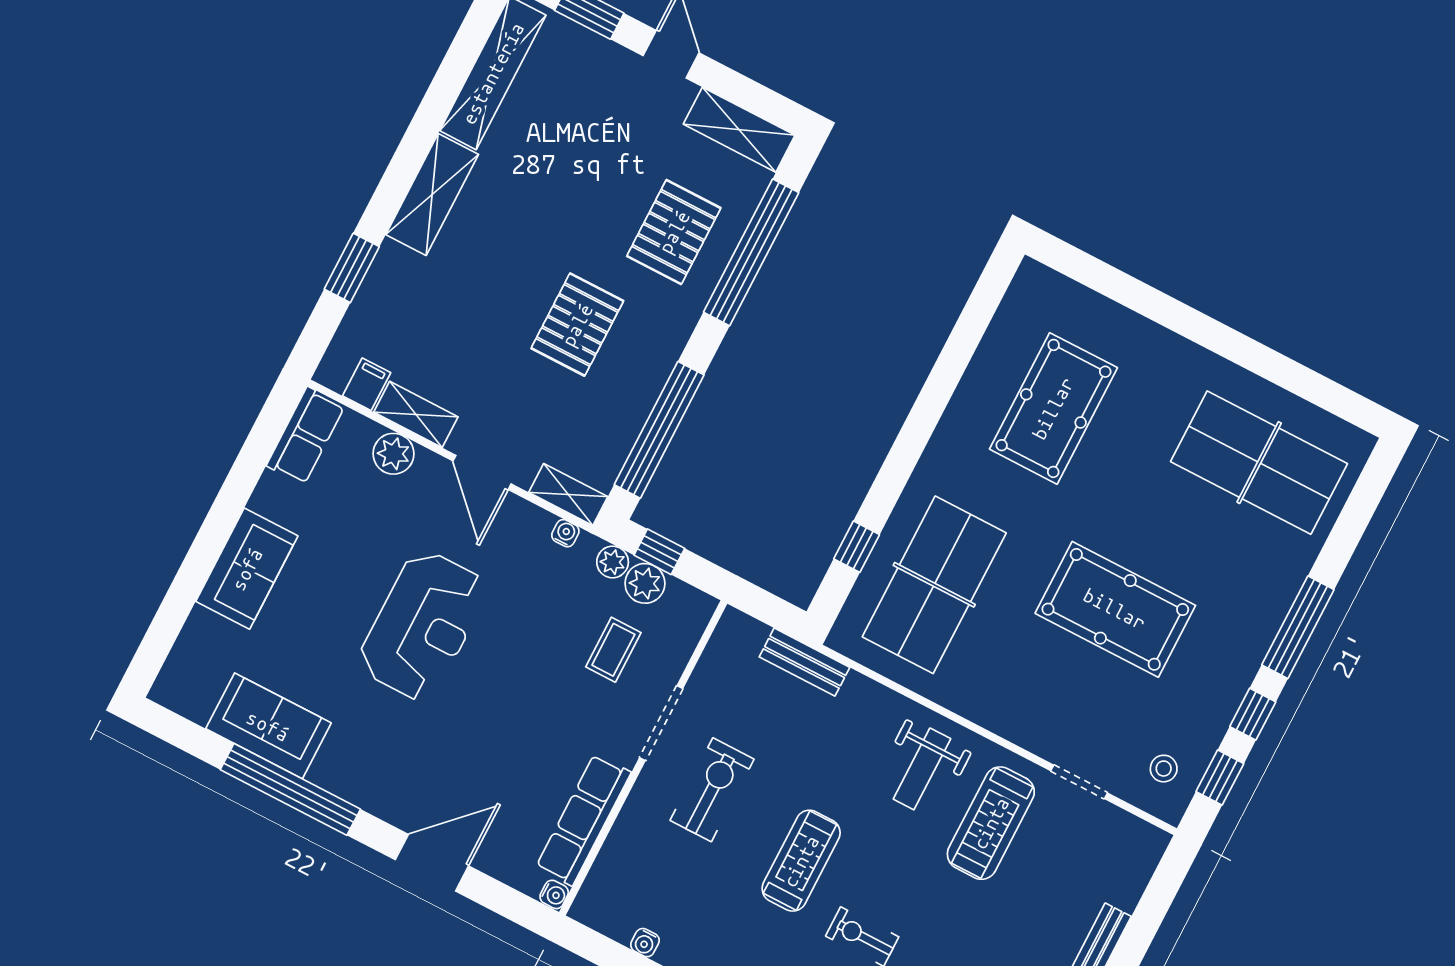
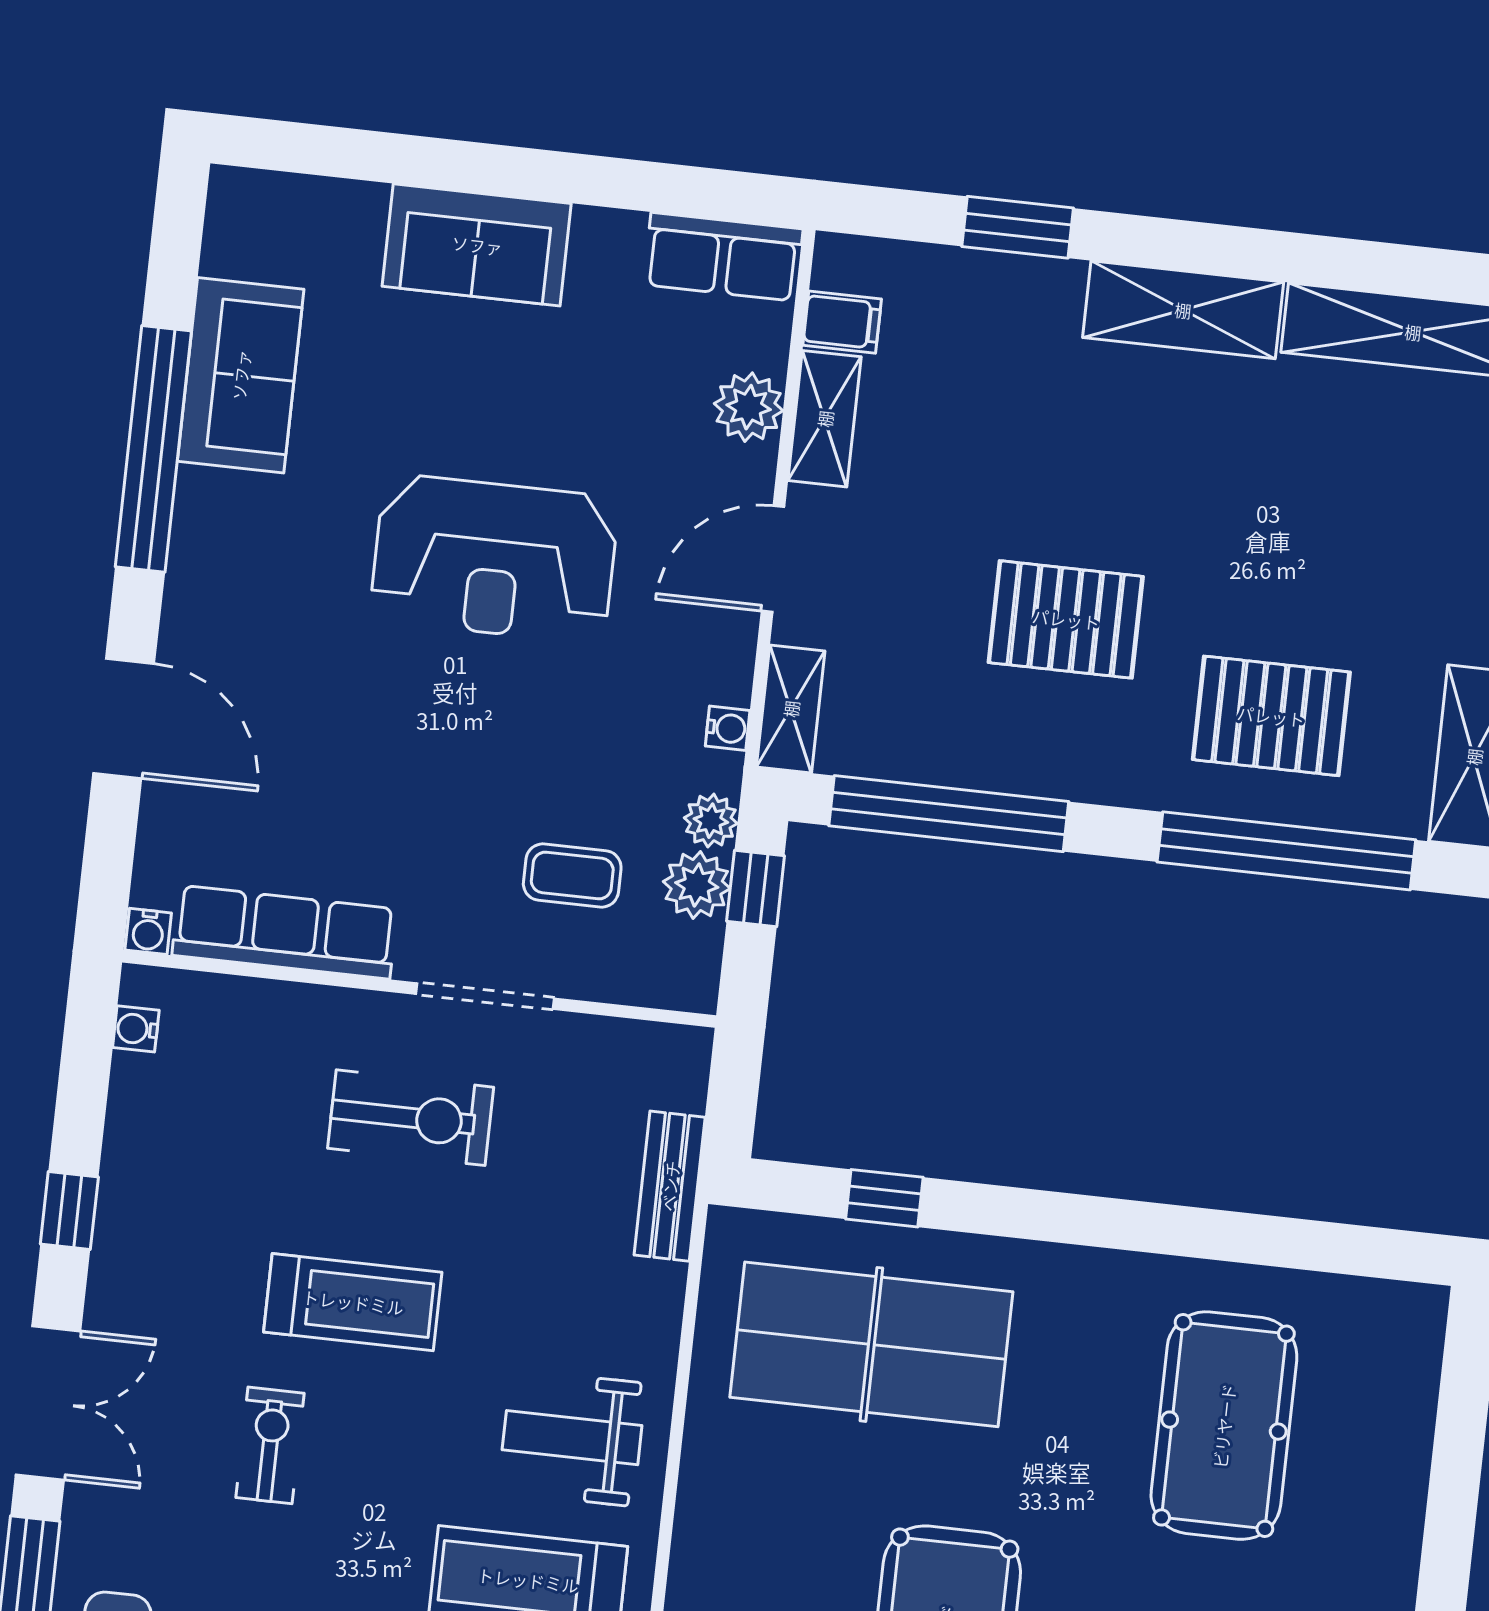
pool table: (1053, 408) -> (1224, 1426), turned 90
water cooler: (645, 943) -> (136, 1029), moved

